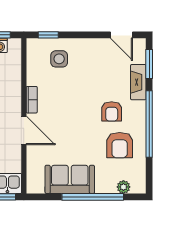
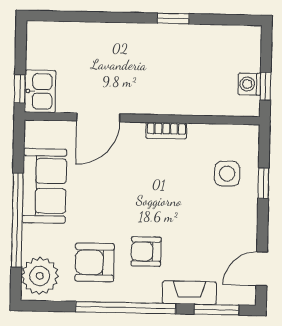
window: (48, 35) -> (263, 183), moved
door: (24, 130) -> (98, 117), moved
plant: (123, 187) -> (40, 276), width x1.88, depth x1.88

